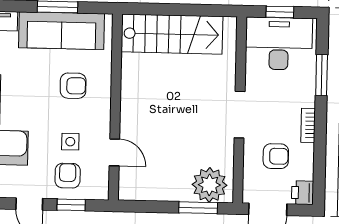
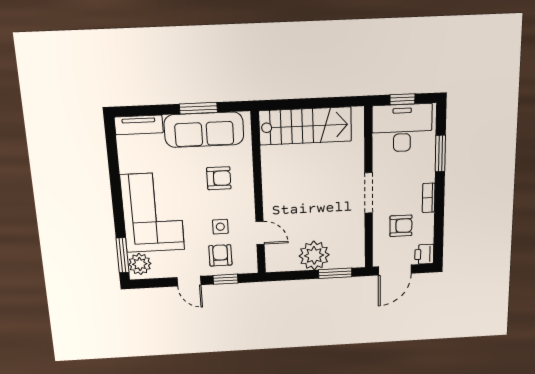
plant: (209, 185) -> (314, 255), moved

